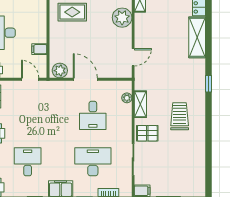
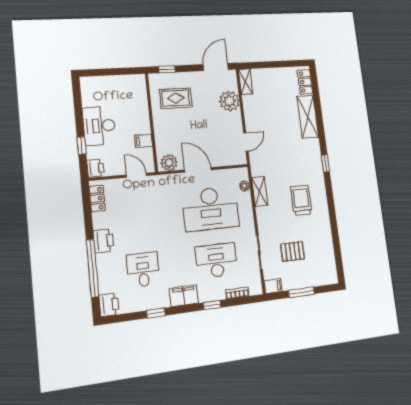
desk: (93, 115) -> (211, 209), width x1.87, depth x1.30
pallet: (147, 133) -> (293, 251), moved

